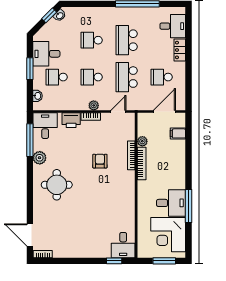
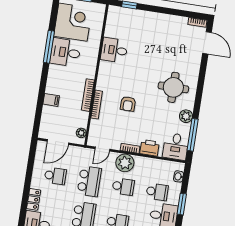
plant: (94, 105) -> (125, 163), width x1.88, depth x1.88
filing cabinet: (178, 133) -> (51, 100), moved
plant: (142, 141) -> (81, 133), moved
desk: (123, 245) -> (114, 50), moved, turned -90

